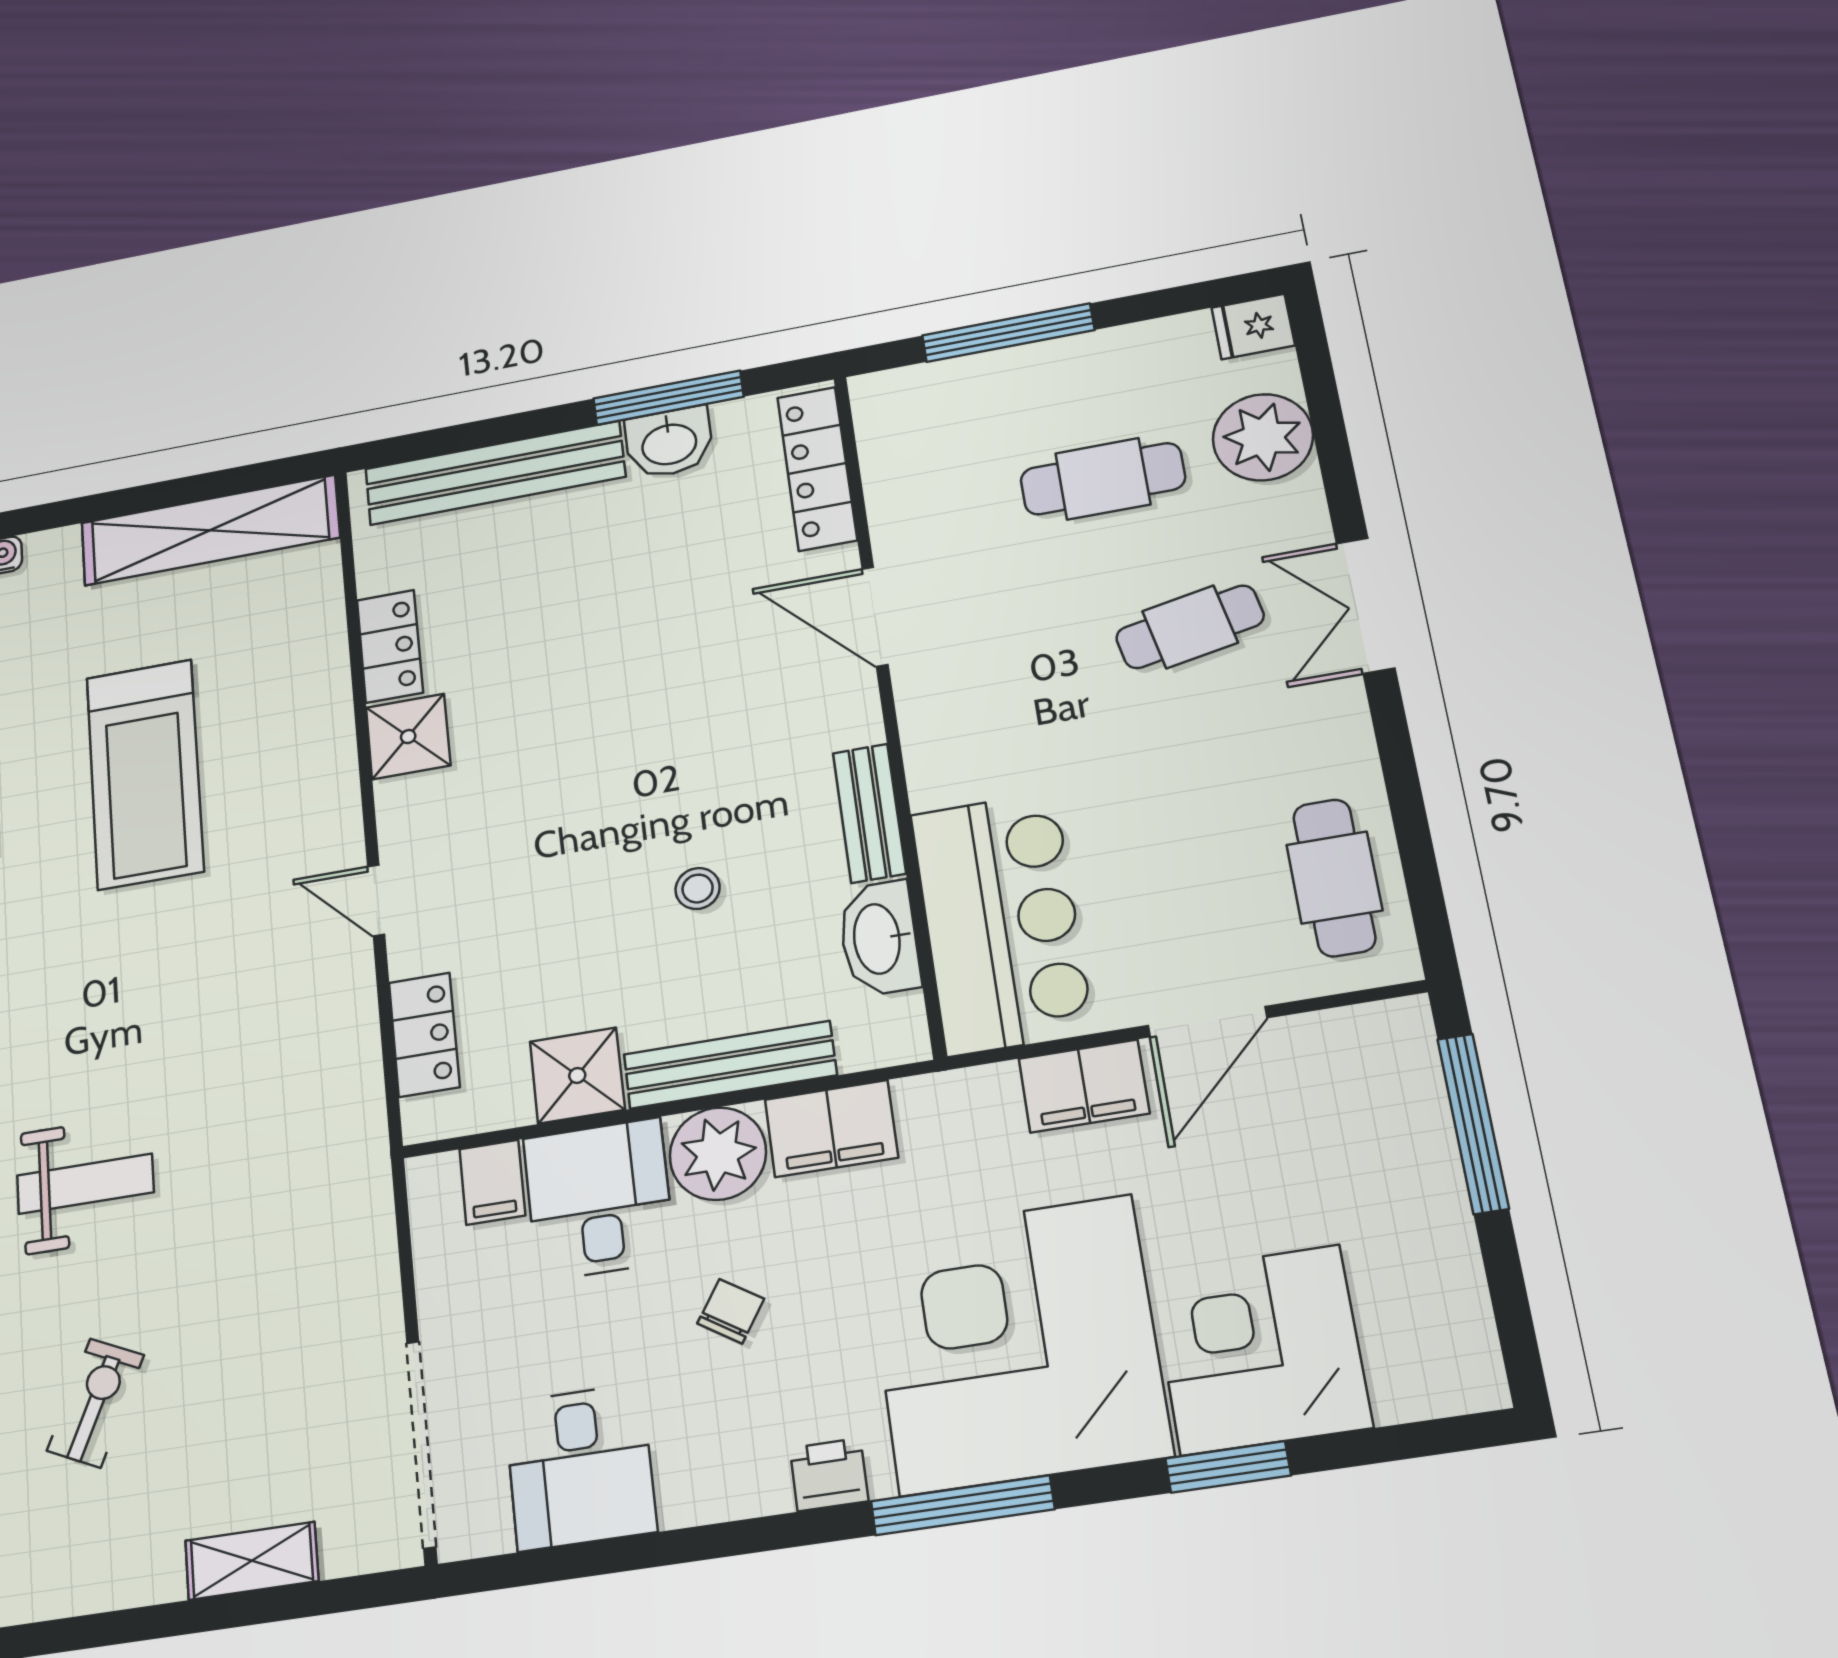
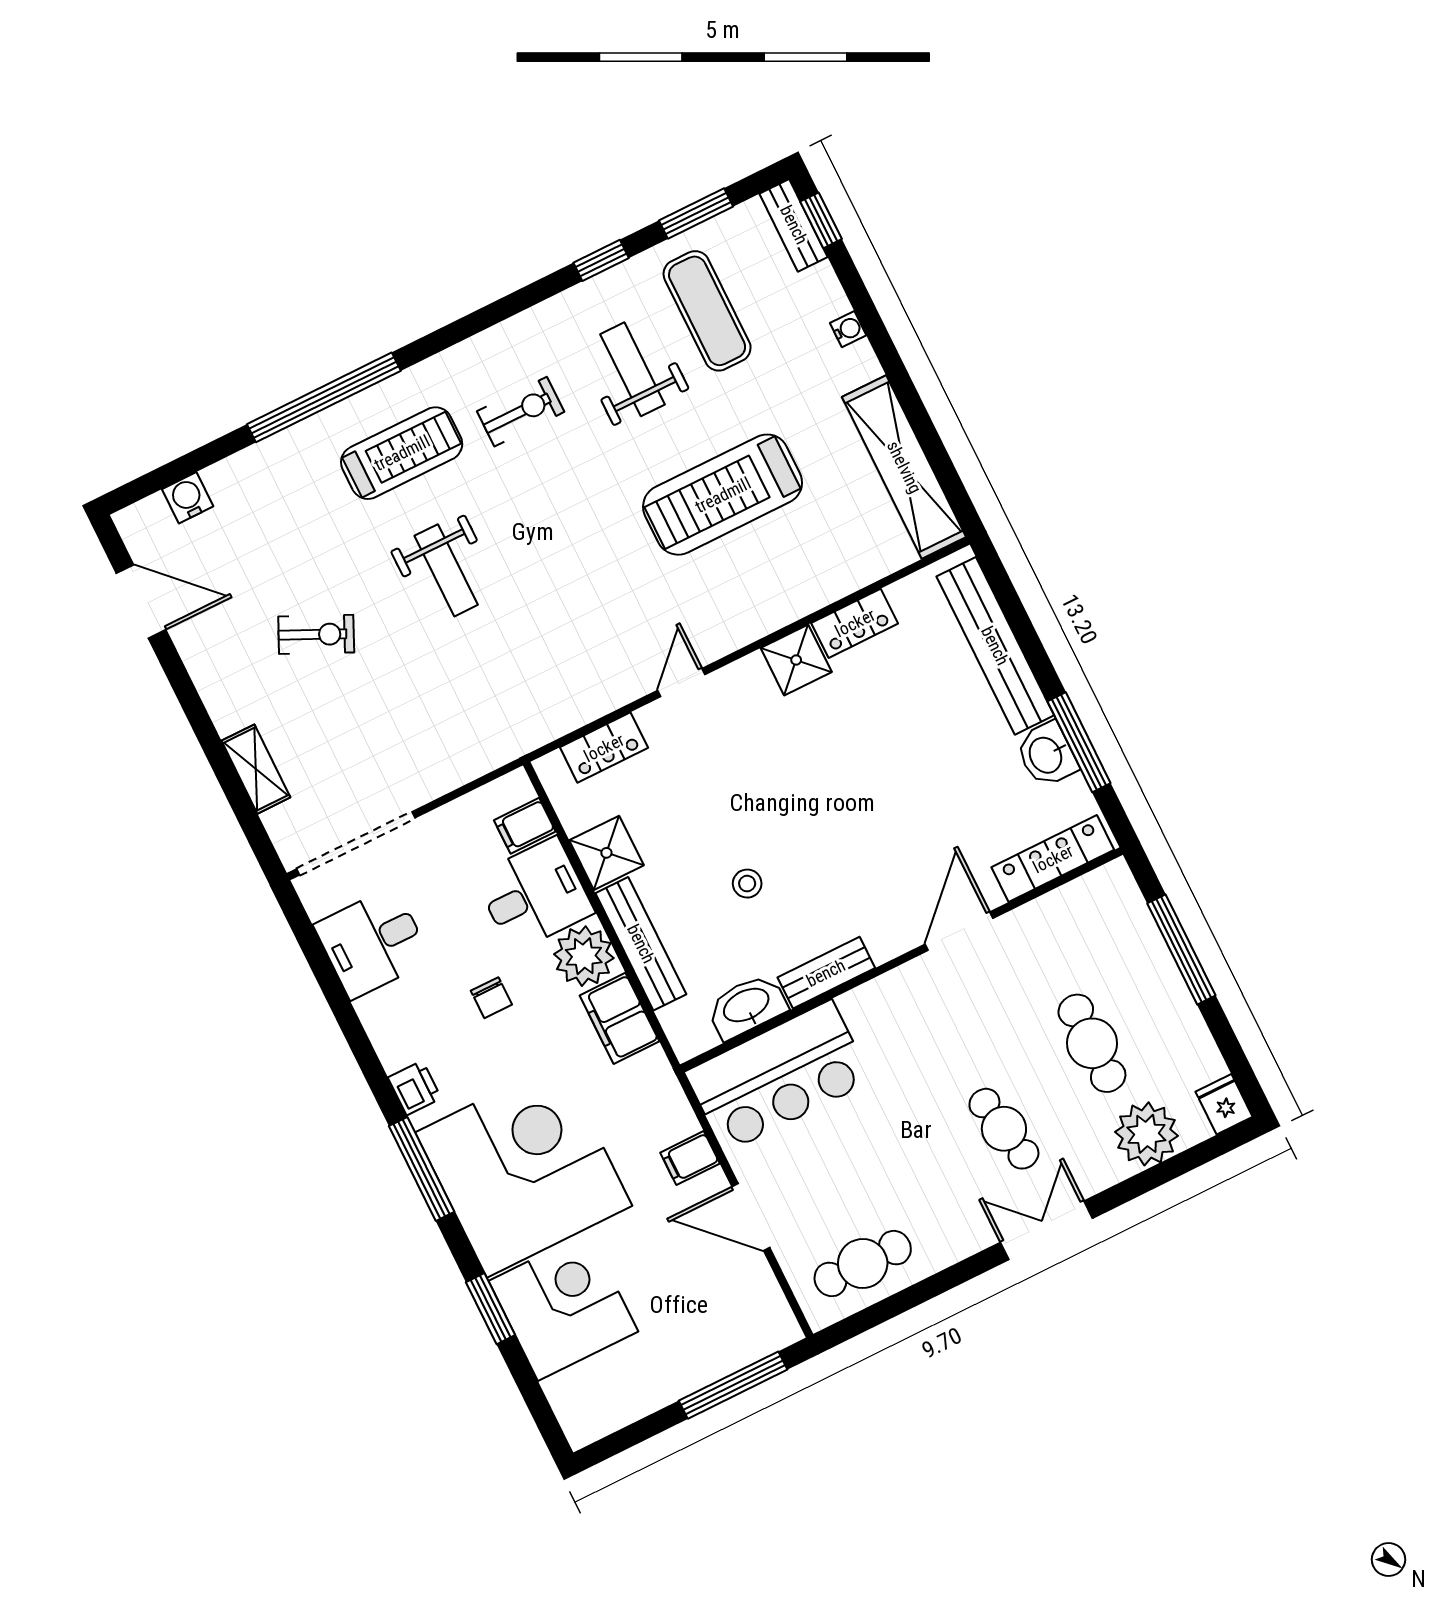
filing cabinet: (1084, 1086) -> (690, 1158), width x0.50
chair: (731, 1311) -> (491, 998), turned 57

